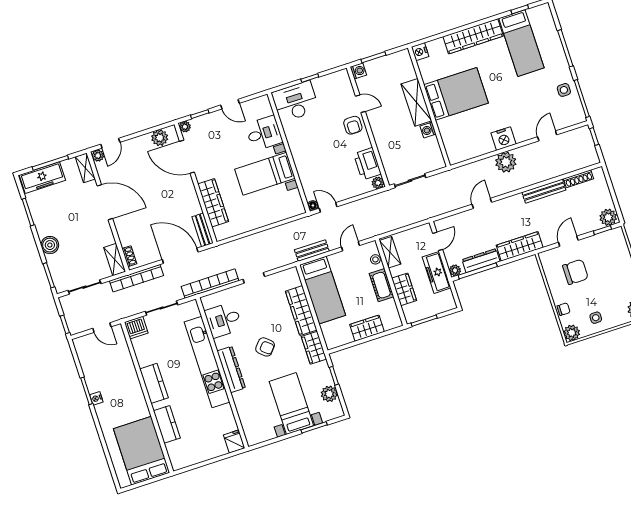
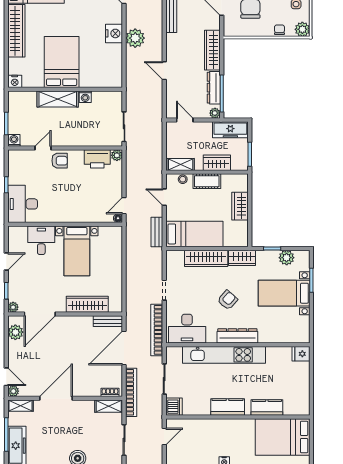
freezer: (437, 272) -> (230, 130), moved
desk: (223, 320) -> (187, 329), width x1.37

